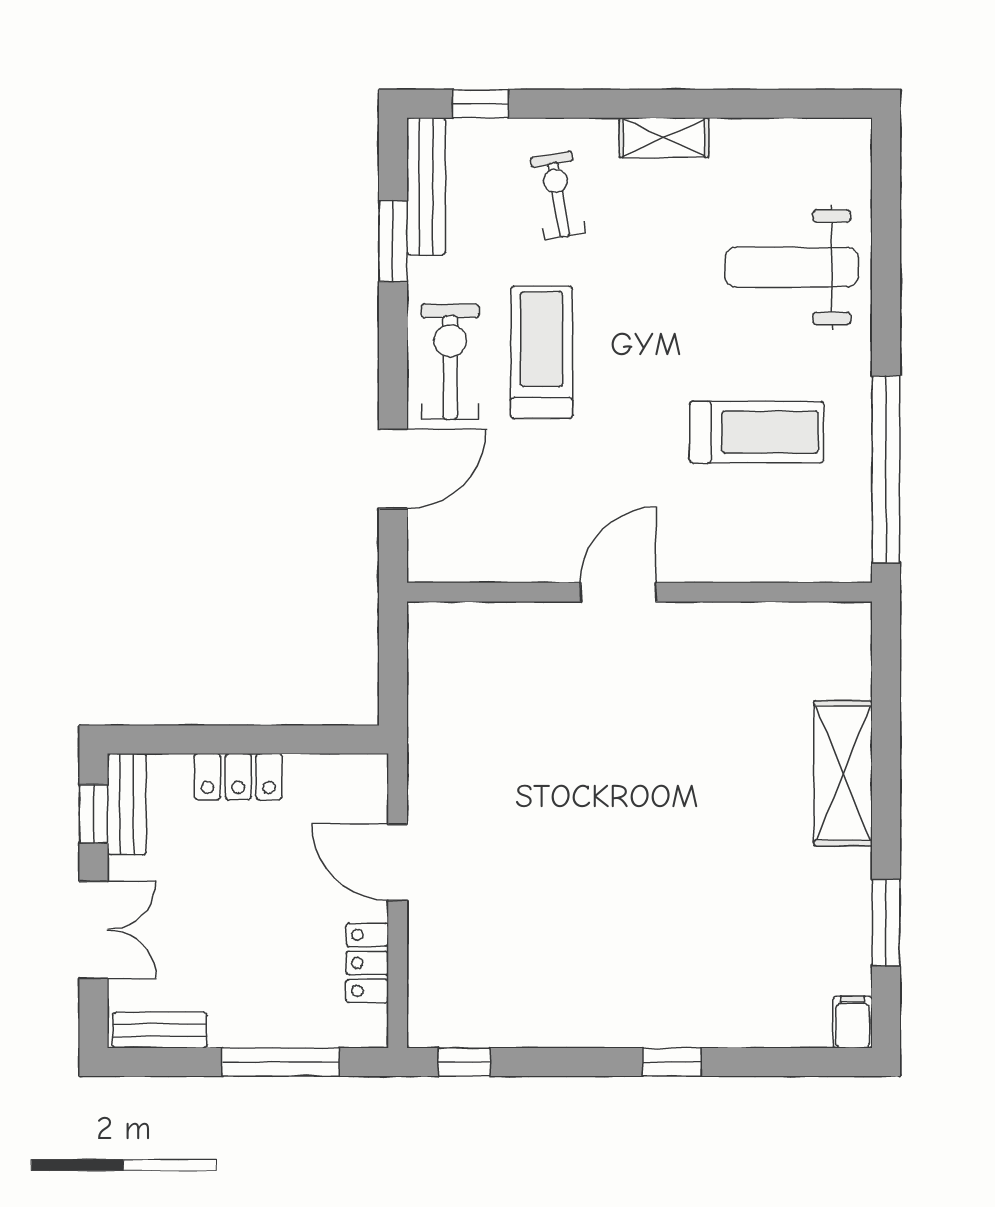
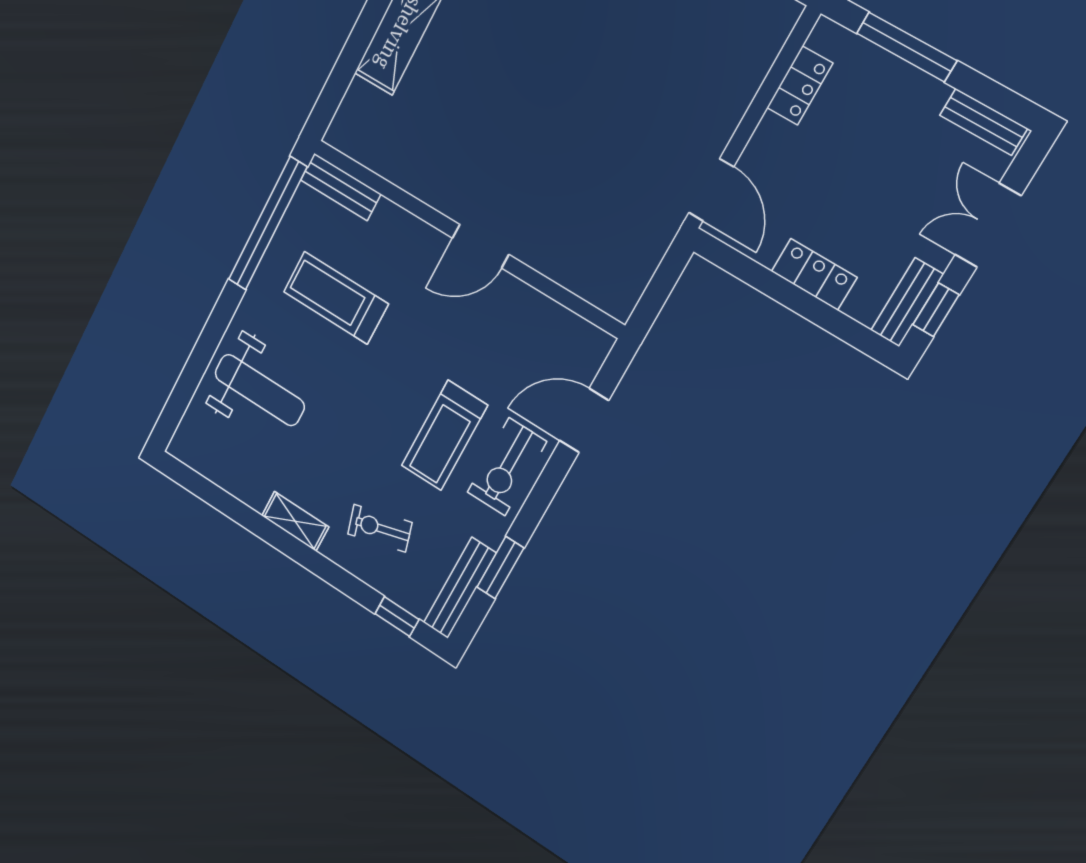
exercise bike: (558, 195) -> (380, 528), turned 84
bench: (819, 563) -> (341, 187), added
door: (398, 862) -> (711, 190), moved

